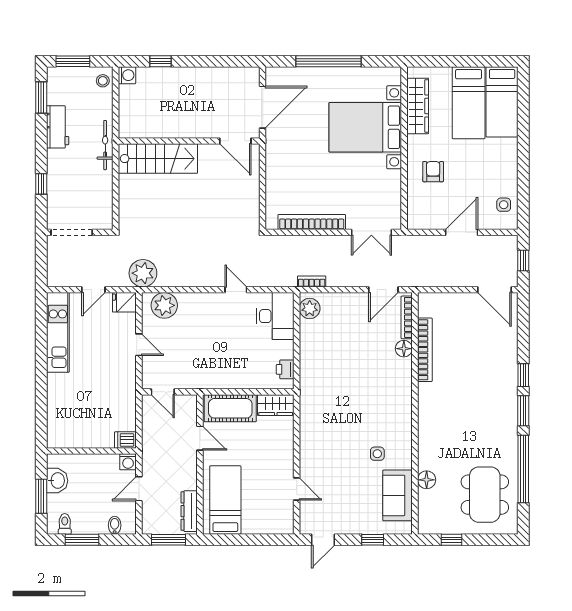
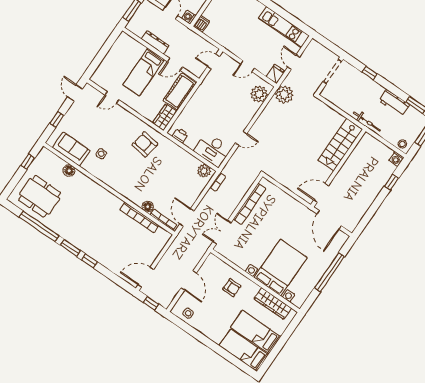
armchair: (328, 407) -> (145, 144), added
bed: (225, 500) -> (144, 72), moved, turned 90
dresser: (189, 511) -> (155, 42), moved

